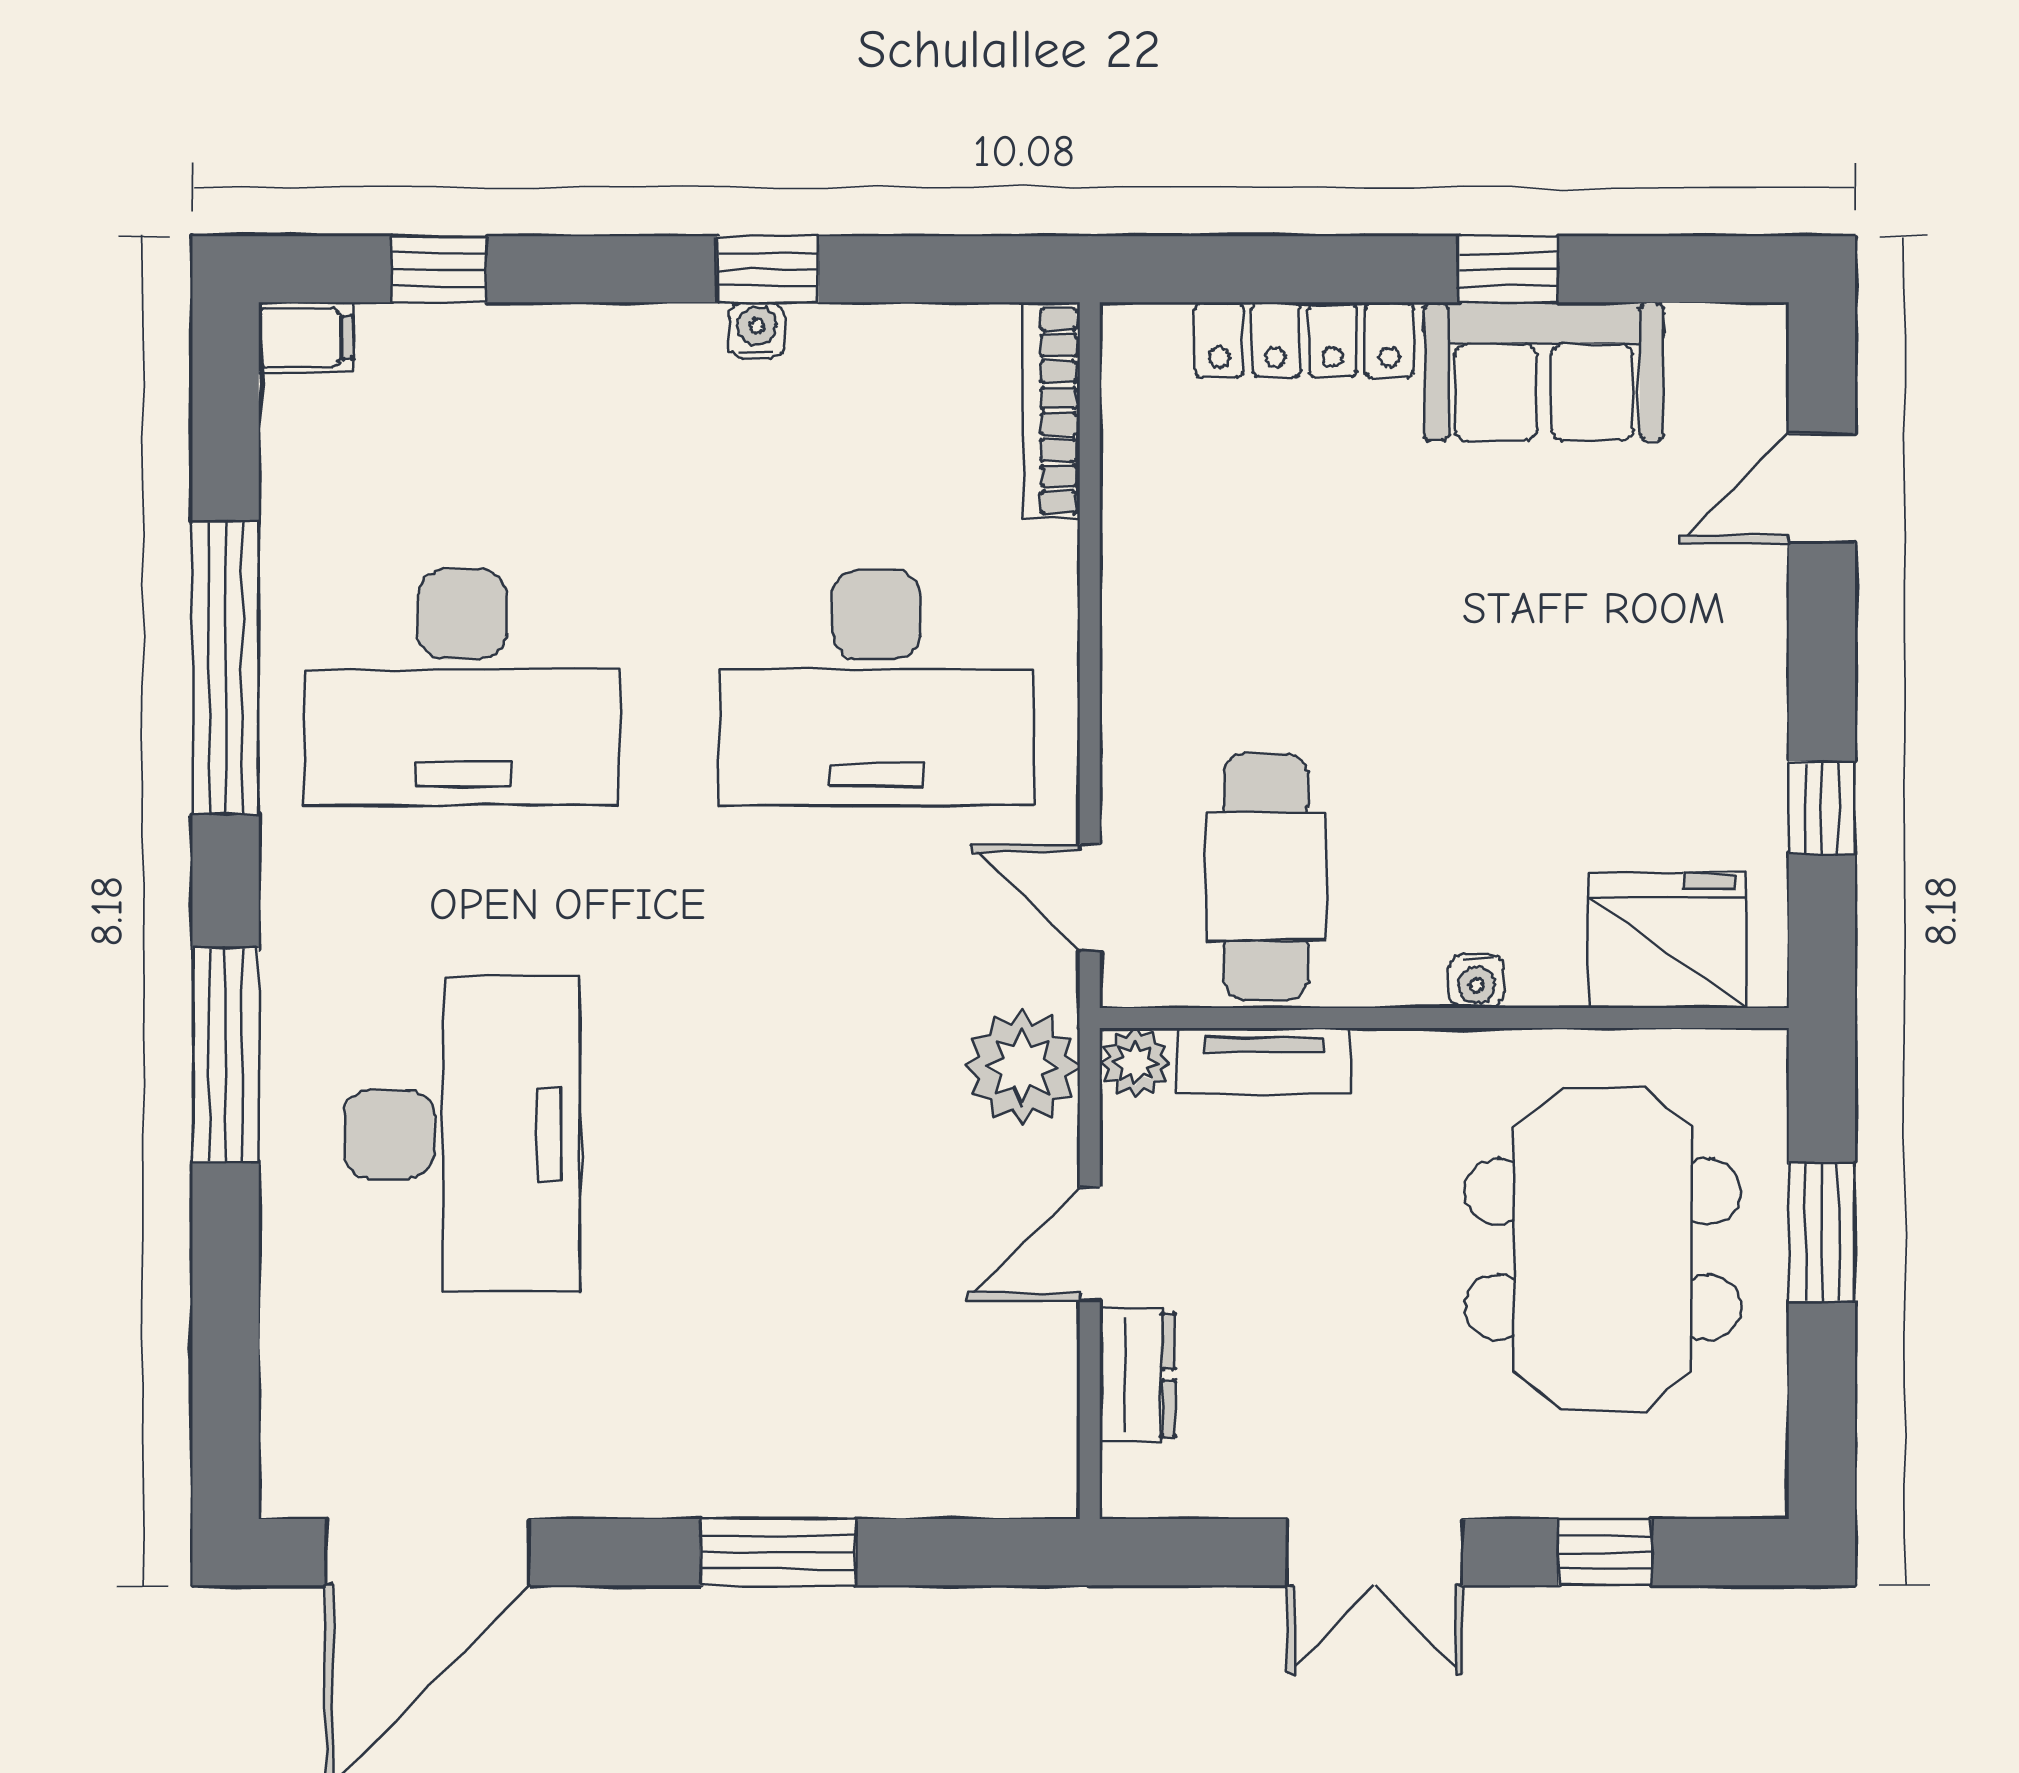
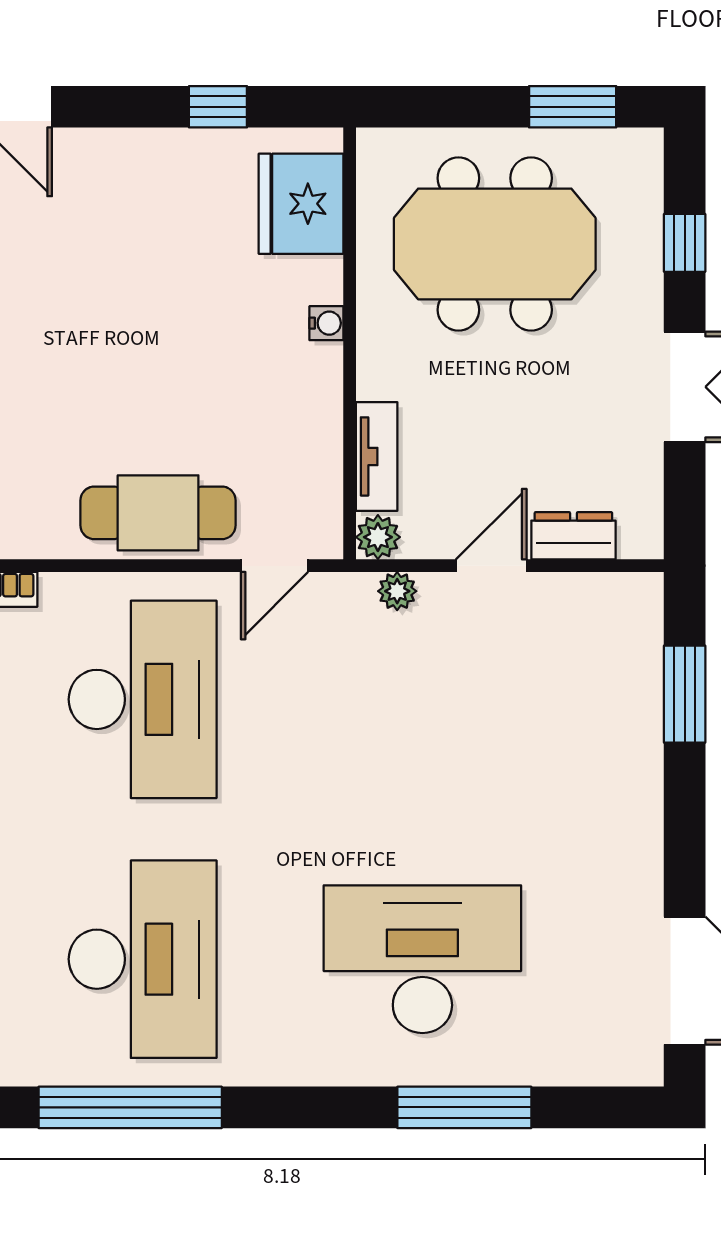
cafe table: (1266, 877) -> (158, 513), moved
window: (226, 1055) -> (464, 1107), moved
plant: (1022, 1067) -> (397, 591), width x0.53, depth x0.53
window: (1822, 1232) -> (573, 107), moved
door: (1090, 1244) -> (491, 566), swing flipped
window: (778, 1552) -> (685, 694), moved

